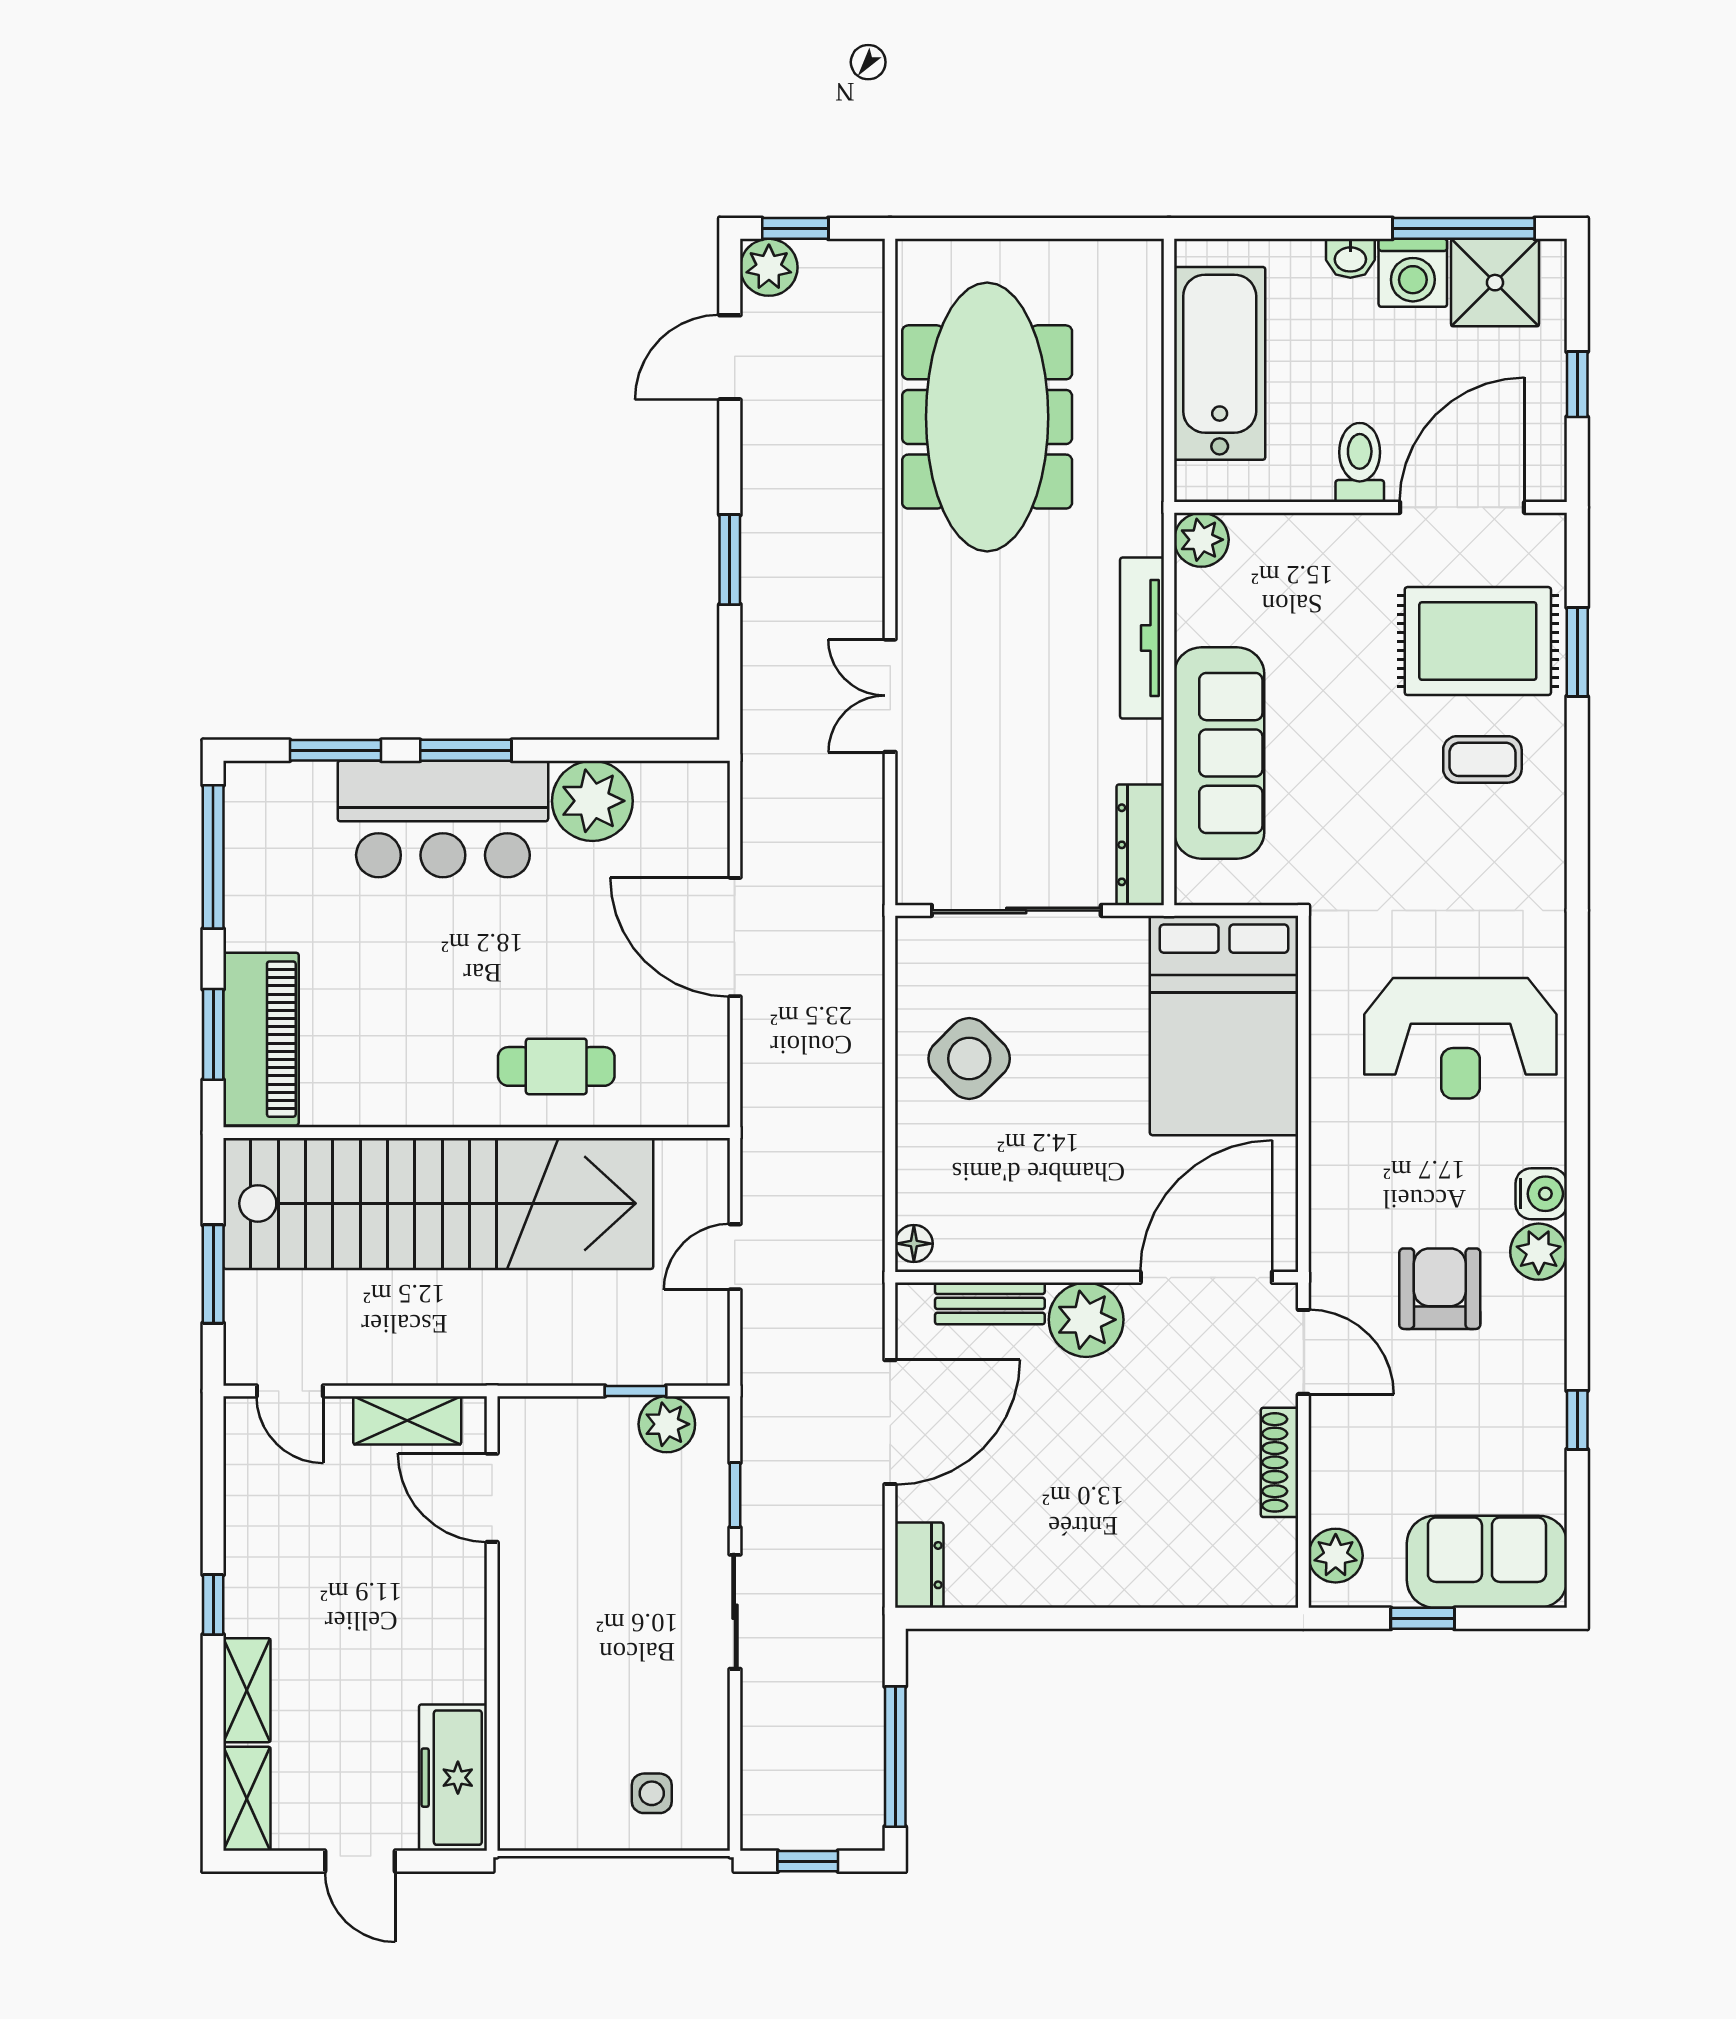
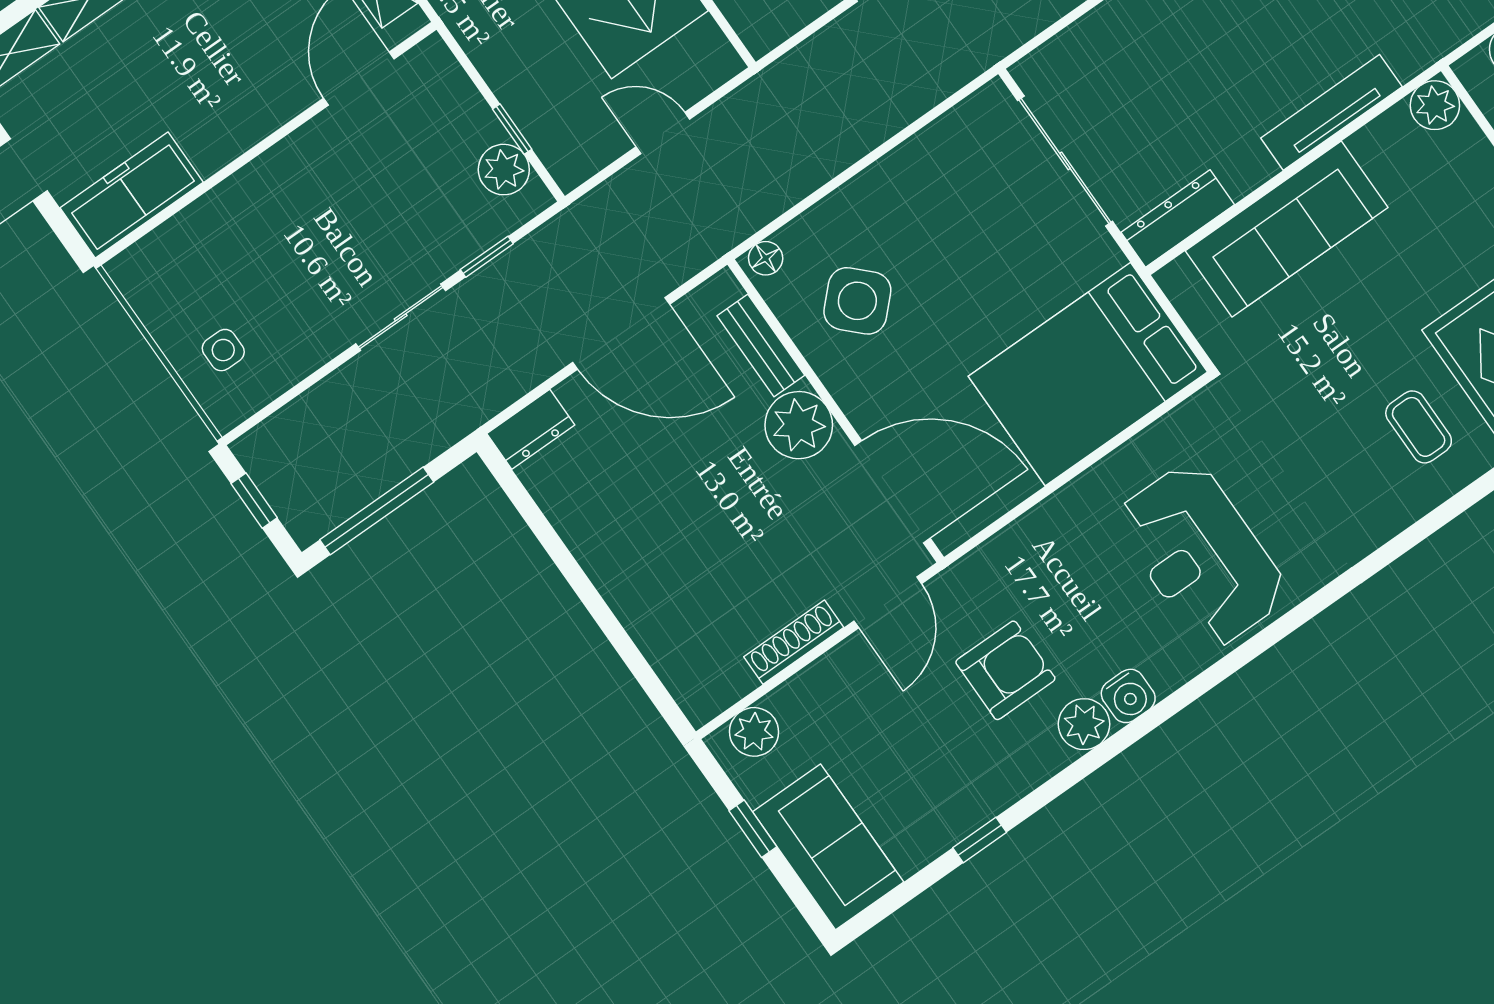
side table: (969, 1059) -> (857, 301), moved

